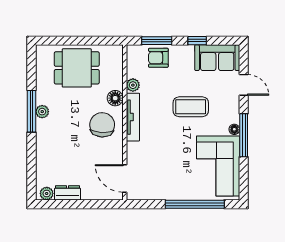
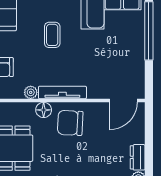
coffee table: (191, 107) -> (52, 35), width x0.73, depth x0.77

